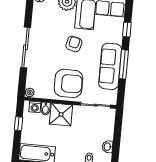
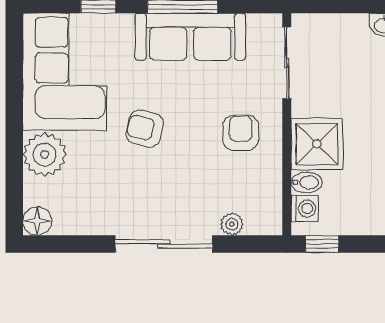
armchair: (68, 83) -> (241, 133), width x0.53, depth x0.53
plant: (30, 93) -> (232, 224), moved
window: (18, 124) -> (322, 244), moved

